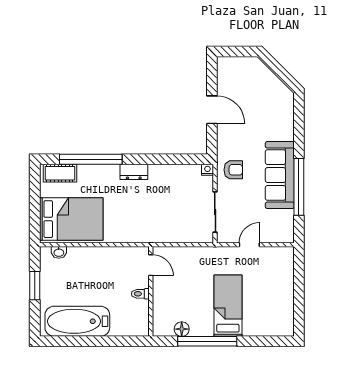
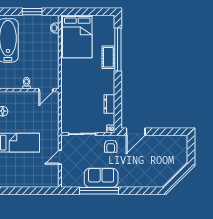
door: (212, 110) -> (136, 132), moved
dresser: (134, 172) -> (109, 104), moved
cot: (60, 173) -> (108, 57), moved
sofa: (280, 175) -> (101, 178), width x0.73
door: (249, 245) -> (60, 157), swing flipped

